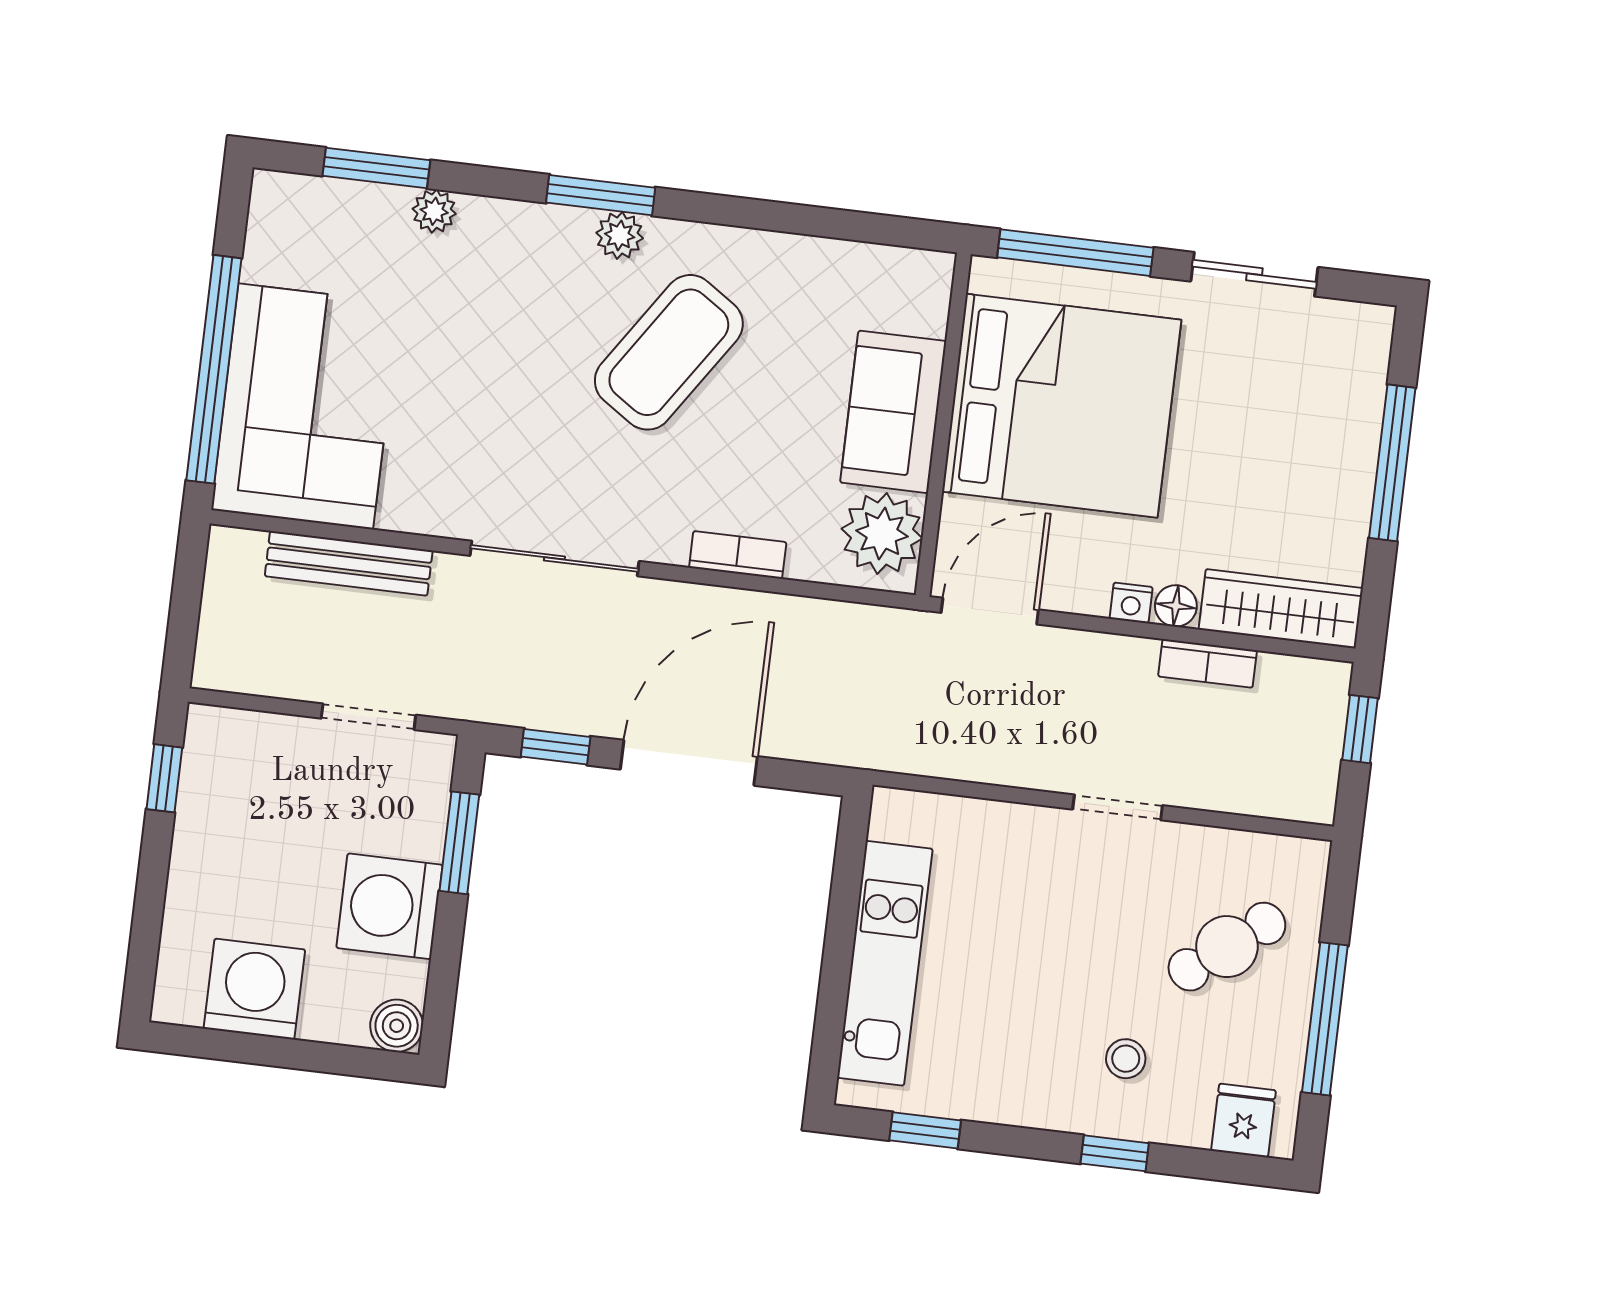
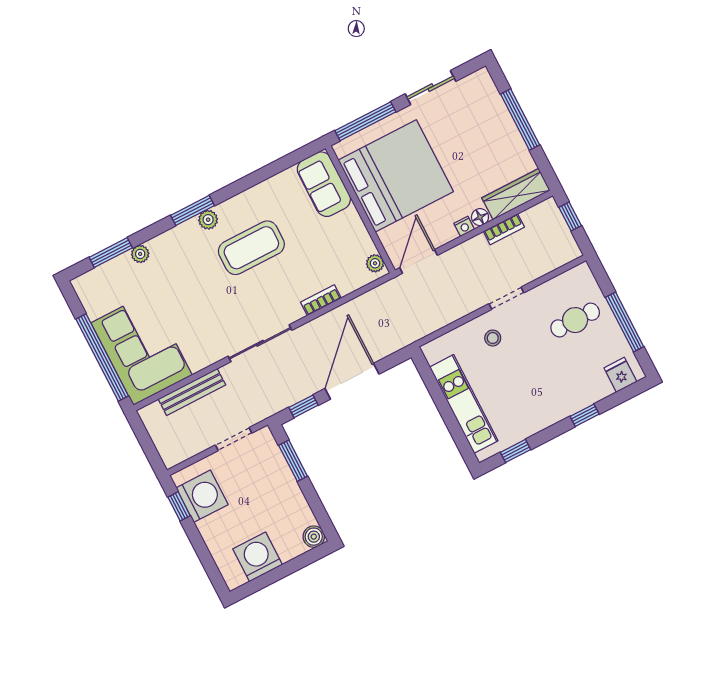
coffee table: (669, 352) -> (251, 248), turned 56
sofa: (893, 412) -> (324, 184), moved
plant: (882, 534) -> (375, 263), width x0.53, depth x0.53
washing machine: (389, 906) -> (202, 496), moved, turned 180
cafe table: (1227, 947) -> (575, 320), turned 38
stool: (1126, 1059) -> (493, 338), moved

